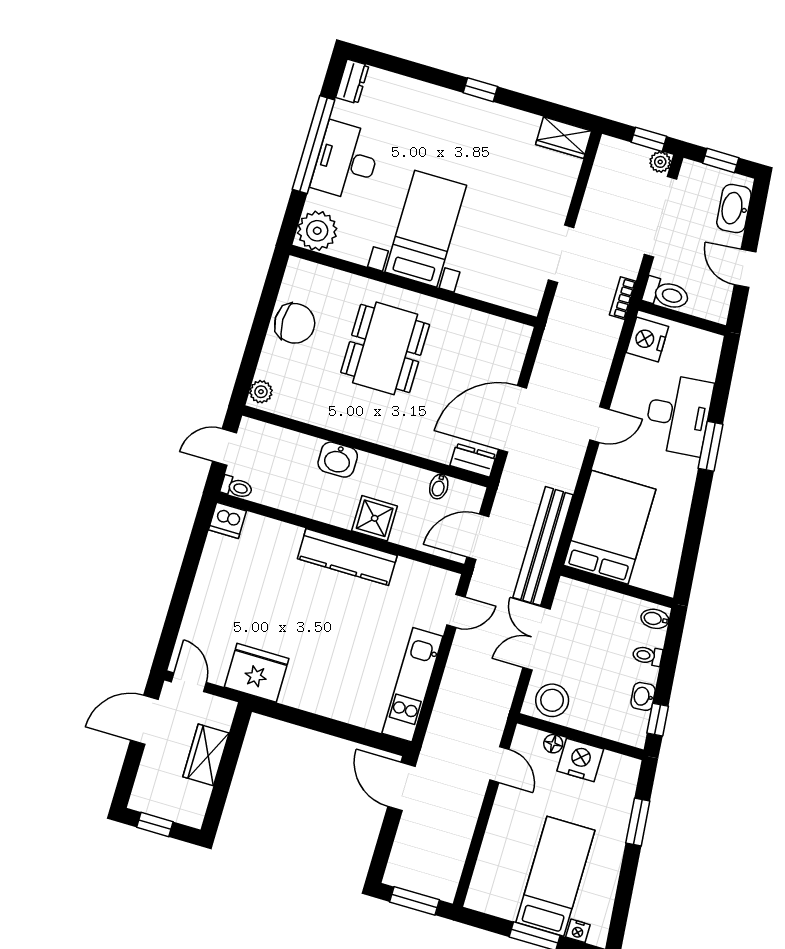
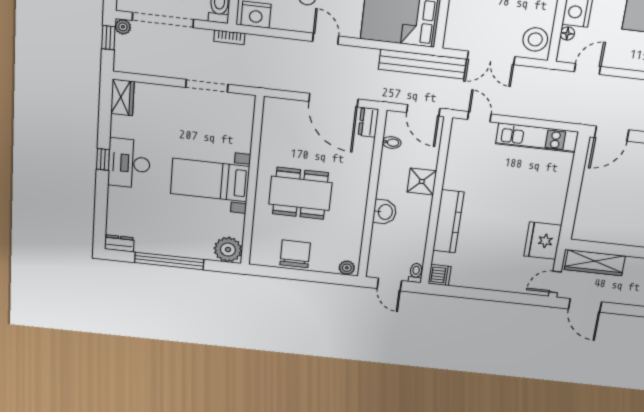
desk: (346, 161) -> (129, 163), moved, turned 90
kitchen counter: (347, 557) -> (448, 221), moved
wardrobe: (206, 755) -> (595, 263), width x1.50

